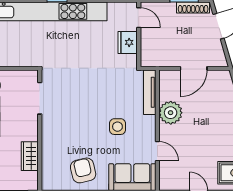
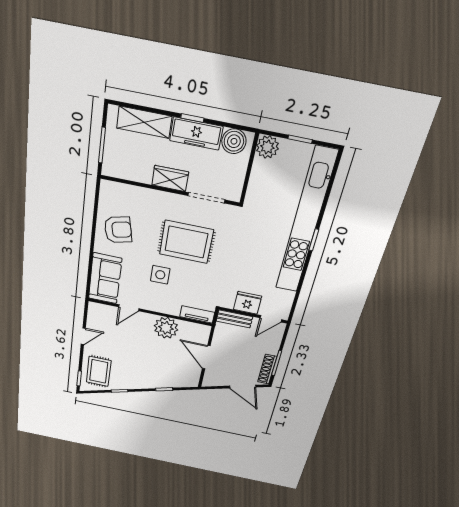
bench: (147, 51) -> (234, 319), added
tv unit: (150, 92) -> (197, 314), width x0.71
rug: (82, 108) -> (186, 242), added
wardrobe: (30, 156) -> (170, 179), moved

